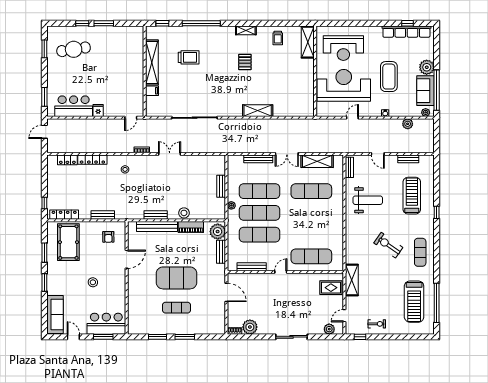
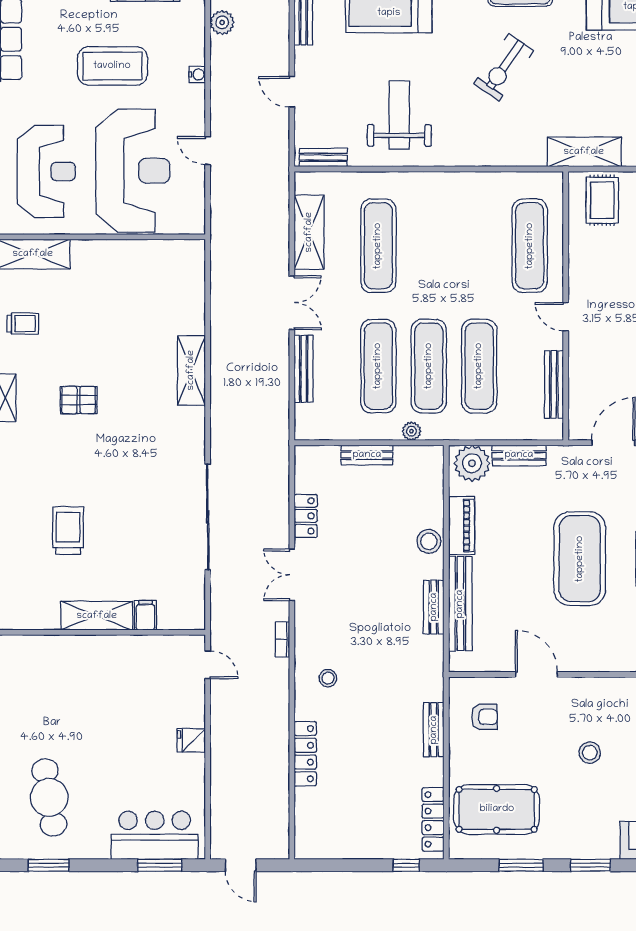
shelving: (152, 62) -> (97, 616), width x0.68
reception desk: (344, 85) -> (133, 171), turned 180
bar counter: (74, 106) -> (155, 835), moved, turned 90
door: (378, 154) -> (292, 92), swing flipped
locker: (67, 160) -> (306, 516), moved

